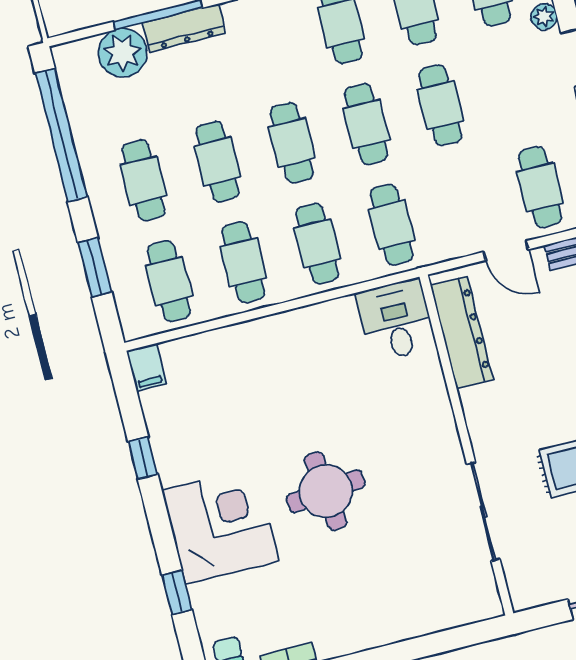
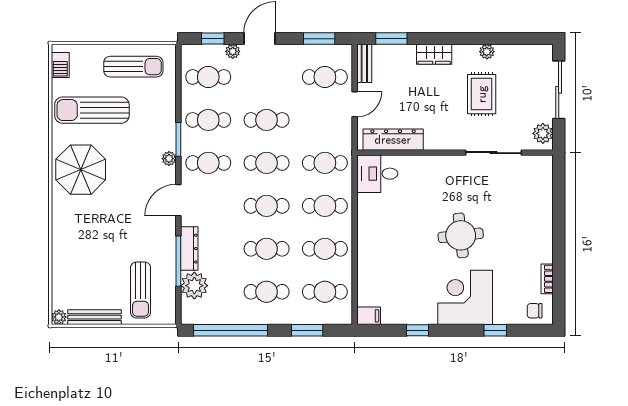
plant: (538, 588) -> (543, 133), added

